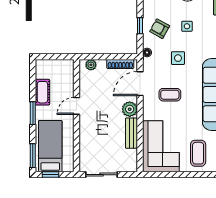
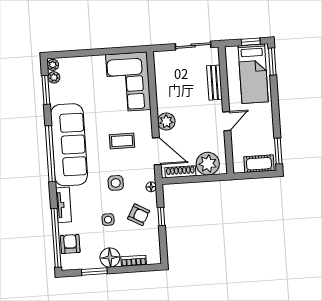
plant: (91, 65) -> (208, 164), width x1.87, depth x1.87
door: (140, 84) -> (157, 151), hinge flipped
cot: (42, 92) -> (259, 164), moved, turned 90
window: (33, 113) -> (278, 151), moved
bench: (131, 133) -> (214, 83), moved
coffee table: (198, 153) -> (86, 77), removed

